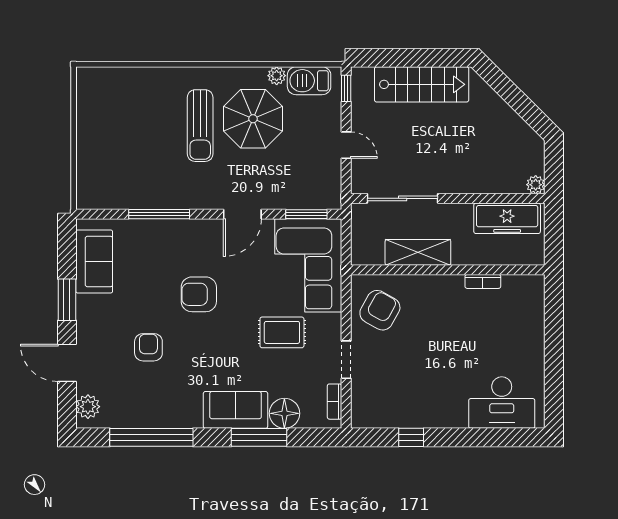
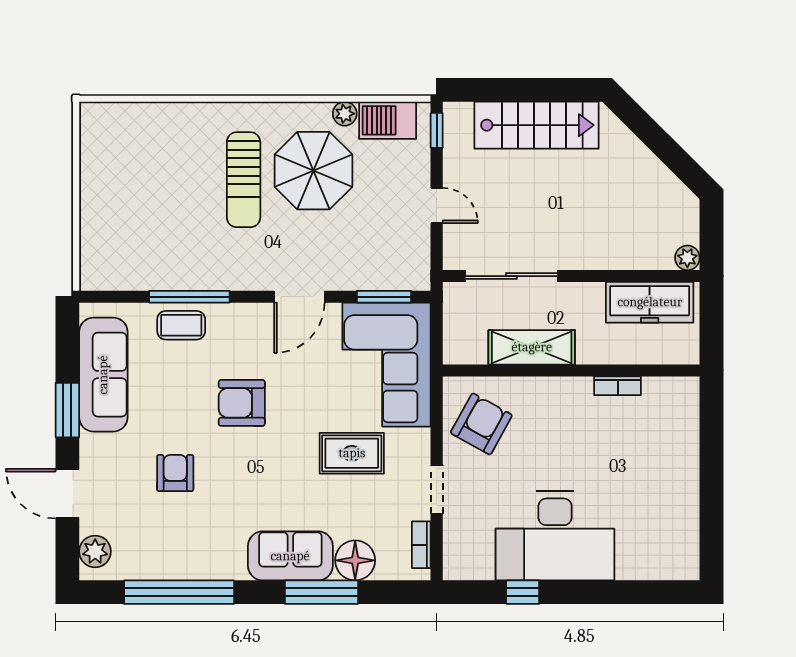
coffee table: (153, 236) -> (181, 325), added
sofa: (94, 261) -> (103, 375), width x1.36
desk: (502, 403) -> (555, 536), moved, width x1.36, depth x1.30

